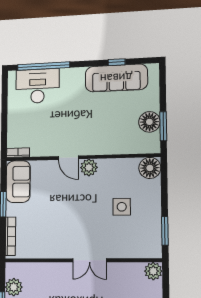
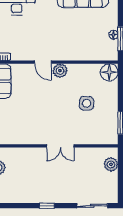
floor lamp: (149, 122) -> (113, 35), width x0.53, depth x0.53
plant: (153, 271) -> (111, 164), moved

